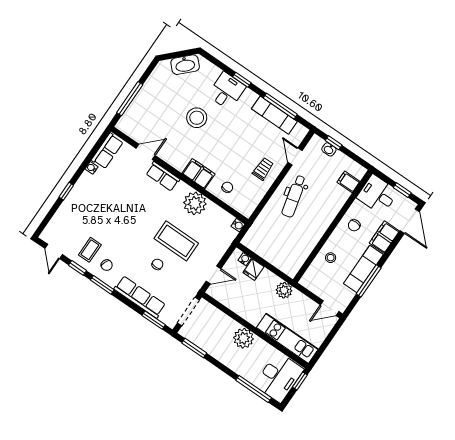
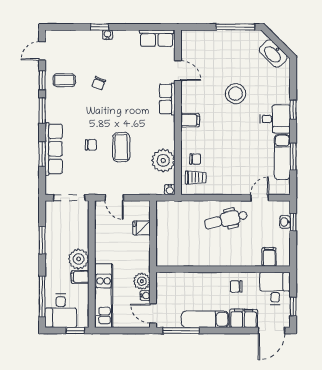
desk: (227, 91) -> (275, 119), moved
window: (130, 99) -> (235, 27), moved
window: (280, 106) -> (293, 157), width x0.69
water cooler: (91, 168) -> (107, 35), moved
trolley: (263, 169) -> (196, 178), moved
filing cabinet: (199, 174) -> (190, 120), width x0.50
plant: (195, 203) -> (163, 160), moved
coffee table: (176, 241) -> (121, 147), width x0.73, depth x0.76
stool: (331, 258) -> (196, 285), removed
water cooler: (245, 259) -> (145, 296), moved
chair: (107, 265) -> (99, 83), moved
window: (369, 281) -> (181, 330), moved
plant: (284, 290) -> (142, 281), moved
window: (154, 320) -> (42, 154), moved
filing cabinet: (259, 347) -> (80, 277), added
window: (194, 348) -> (42, 240), moved
desk: (279, 377) -> (61, 311), width x0.73

